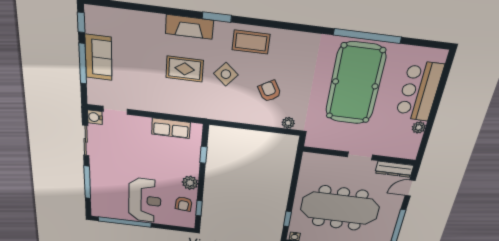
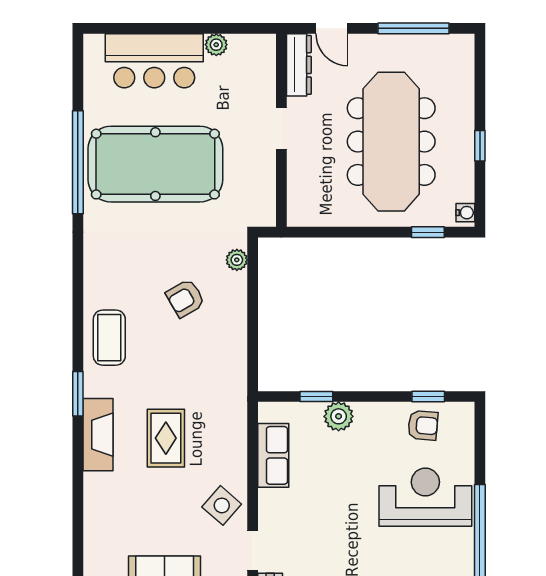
side table: (226, 74) -> (222, 505), moved
plant: (190, 183) -> (339, 416), moved

